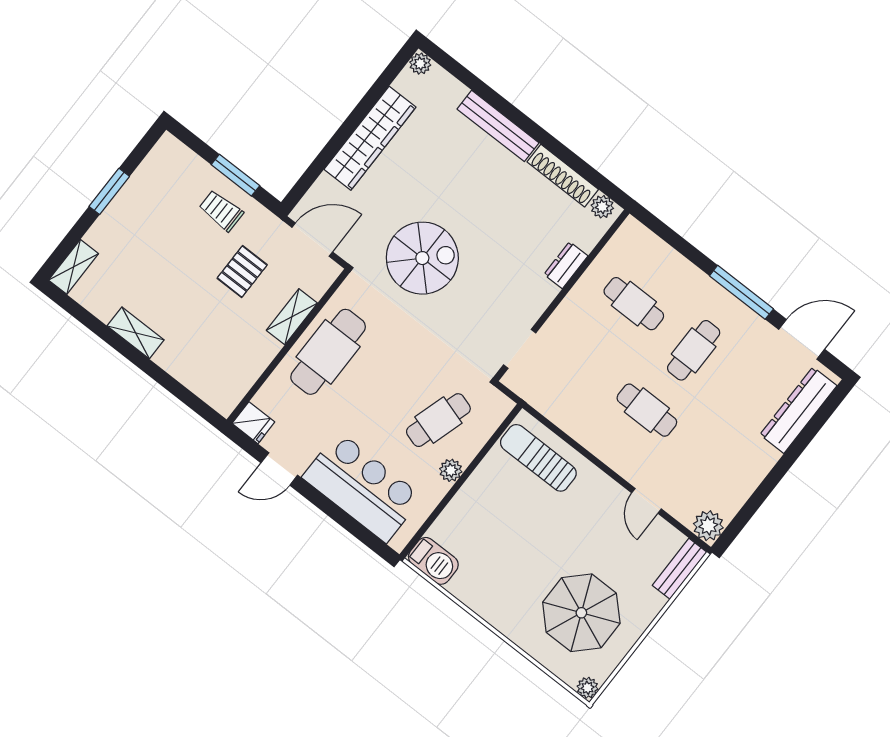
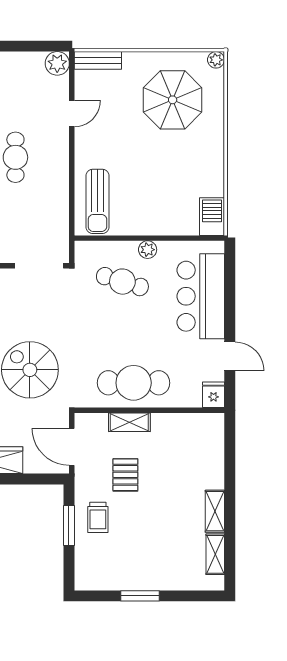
shelving: (74, 267) -> (215, 554), moved, turned 90
pallet: (242, 272) -> (125, 475), turned 90
doorway: (520, 349) -> (39, 266), width x1.38

